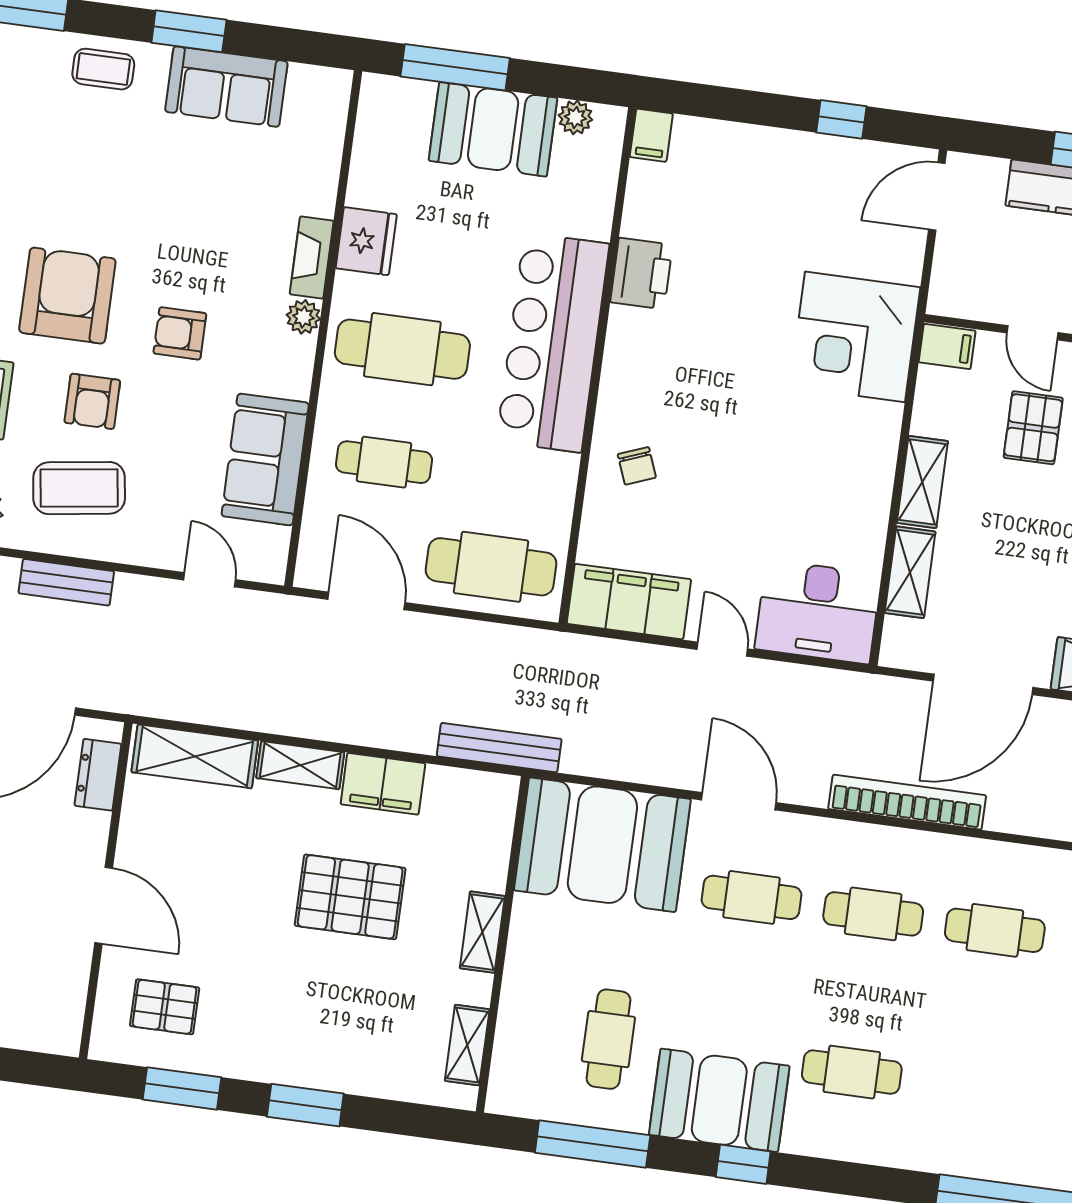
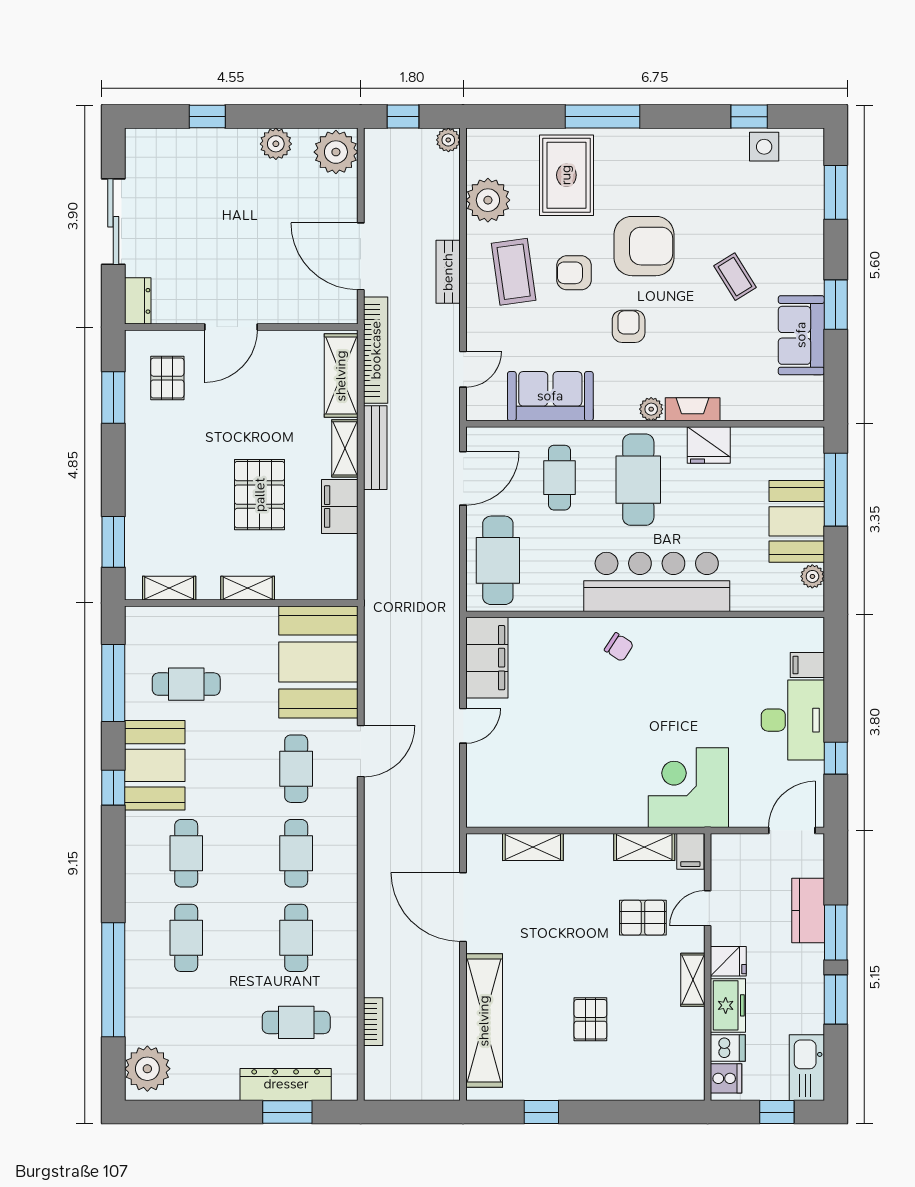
coffee table: (103, 69) -> (735, 277), moved, turned -32
filing cabinet: (651, 135) -> (807, 665), moved
door: (937, 196) -> (792, 831), hinge flipped
printer: (641, 274) -> (712, 636), removed
chair: (637, 466) -> (619, 647), moved, turned -126
shelving: (922, 482) -> (644, 847), moved
desk: (818, 612) -> (793, 720), moved, turned 180
bench: (499, 748) -> (375, 448), moved
dresser: (98, 775) -> (138, 301), moved, turned 90
bookcase: (907, 802) -> (376, 350), moved
cafe table: (973, 1088) -> (186, 938), added
window: (305, 1105) -> (113, 542), moved

